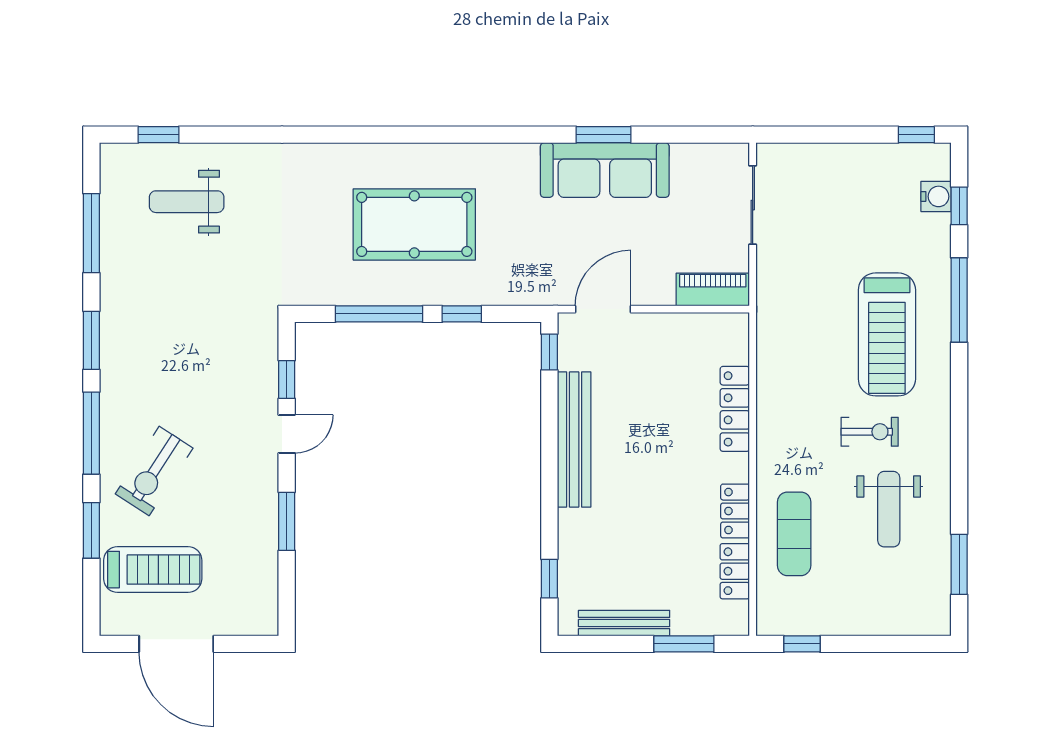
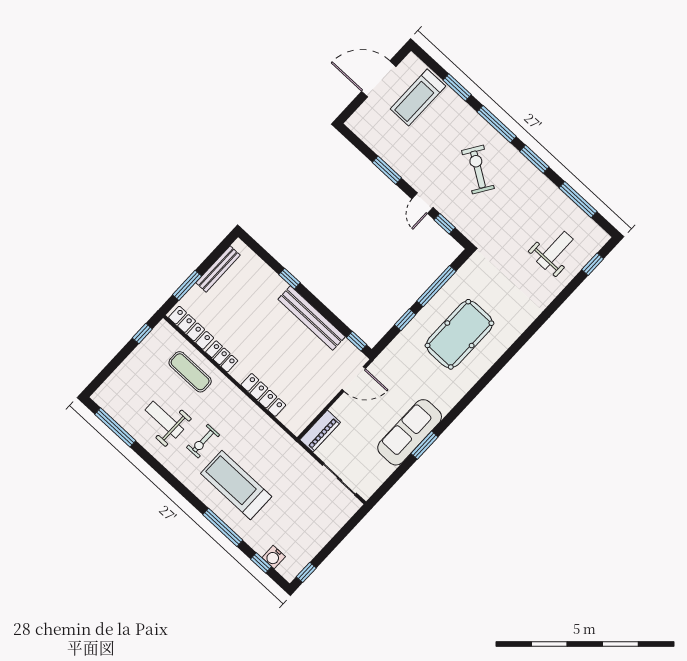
door: (603, 309) -> (354, 379), hinge flipped
exercise bike: (154, 471) -> (478, 169), moved
window: (959, 564) -> (115, 427), width x1.44
locker: (735, 571) -> (191, 328), width x1.53
window: (549, 579) -> (289, 279), moved

